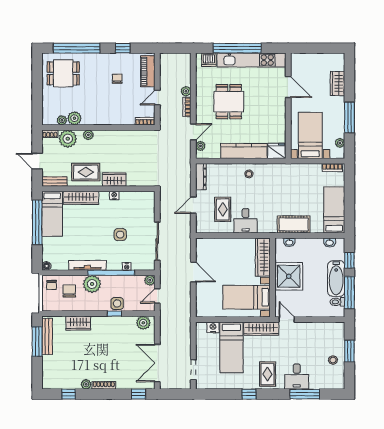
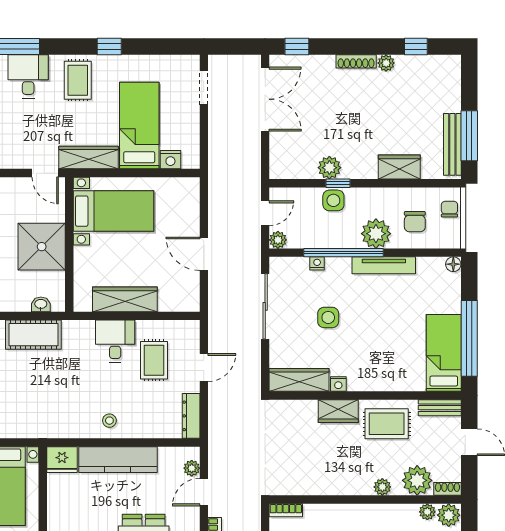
plant: (74, 118) -> (449, 515), moved
wardrobe: (81, 198) -> (299, 380), moved
wardrobe: (263, 257) -> (125, 299), moved, turned -90
chair: (52, 285) -> (449, 209), moved
plant: (143, 323) -> (329, 168), moved

